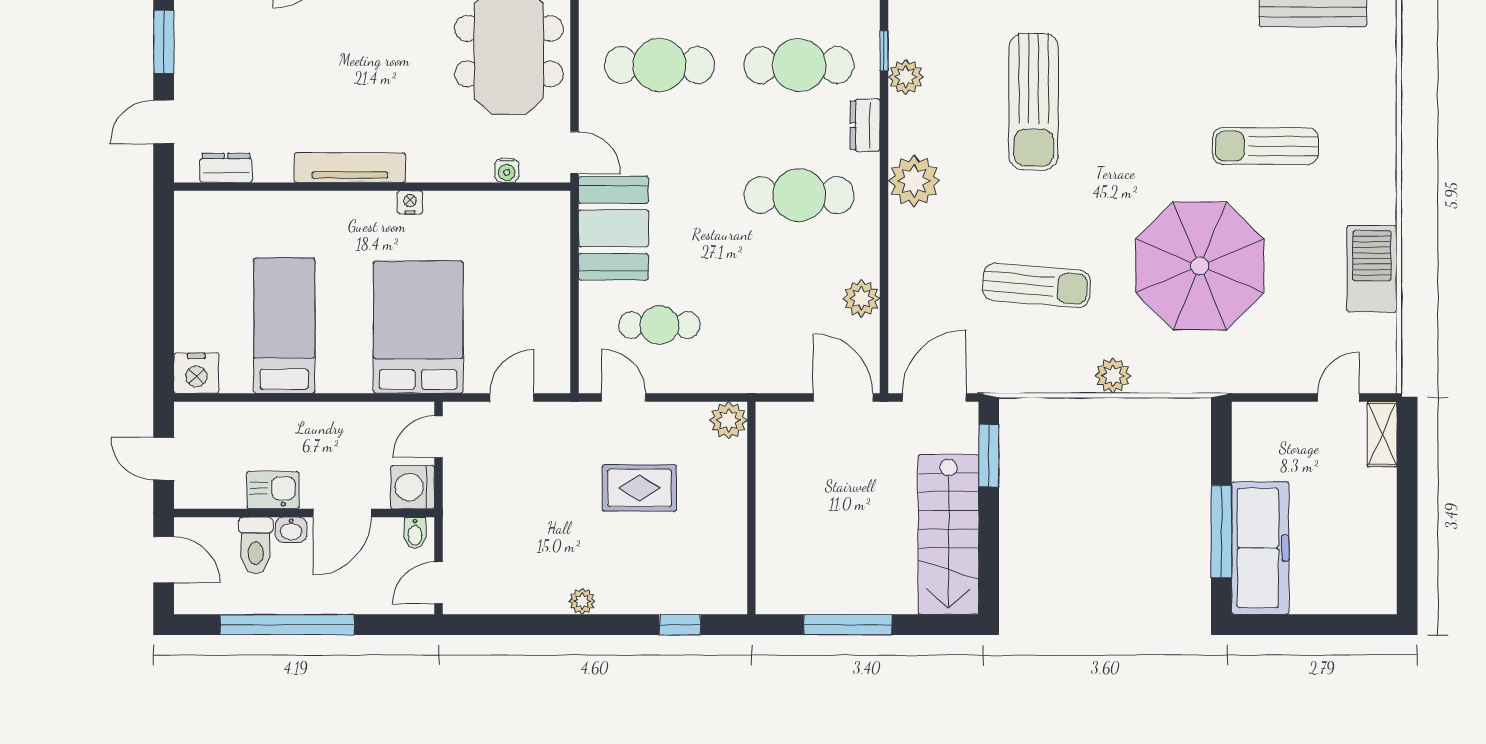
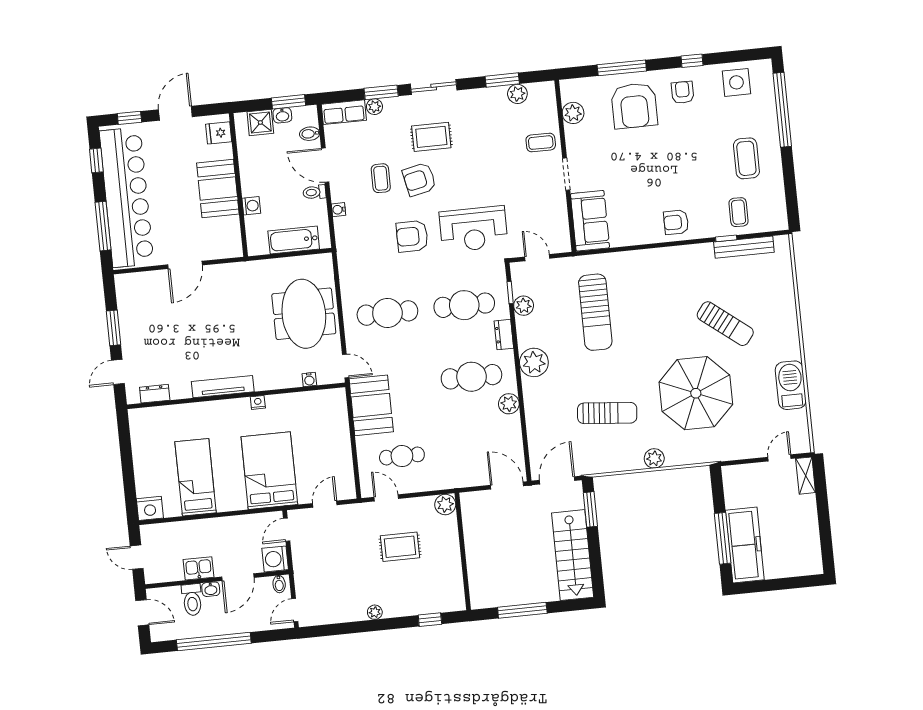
sun lounger: (1265, 146) -> (725, 324), turned -142
plant: (861, 299) -> (509, 404), moved

